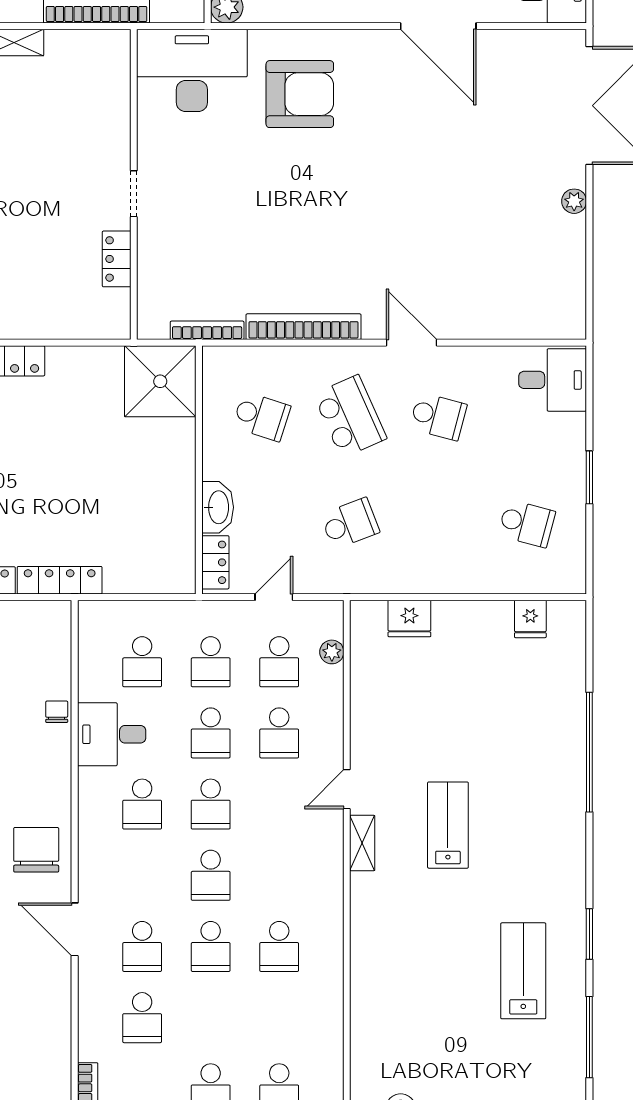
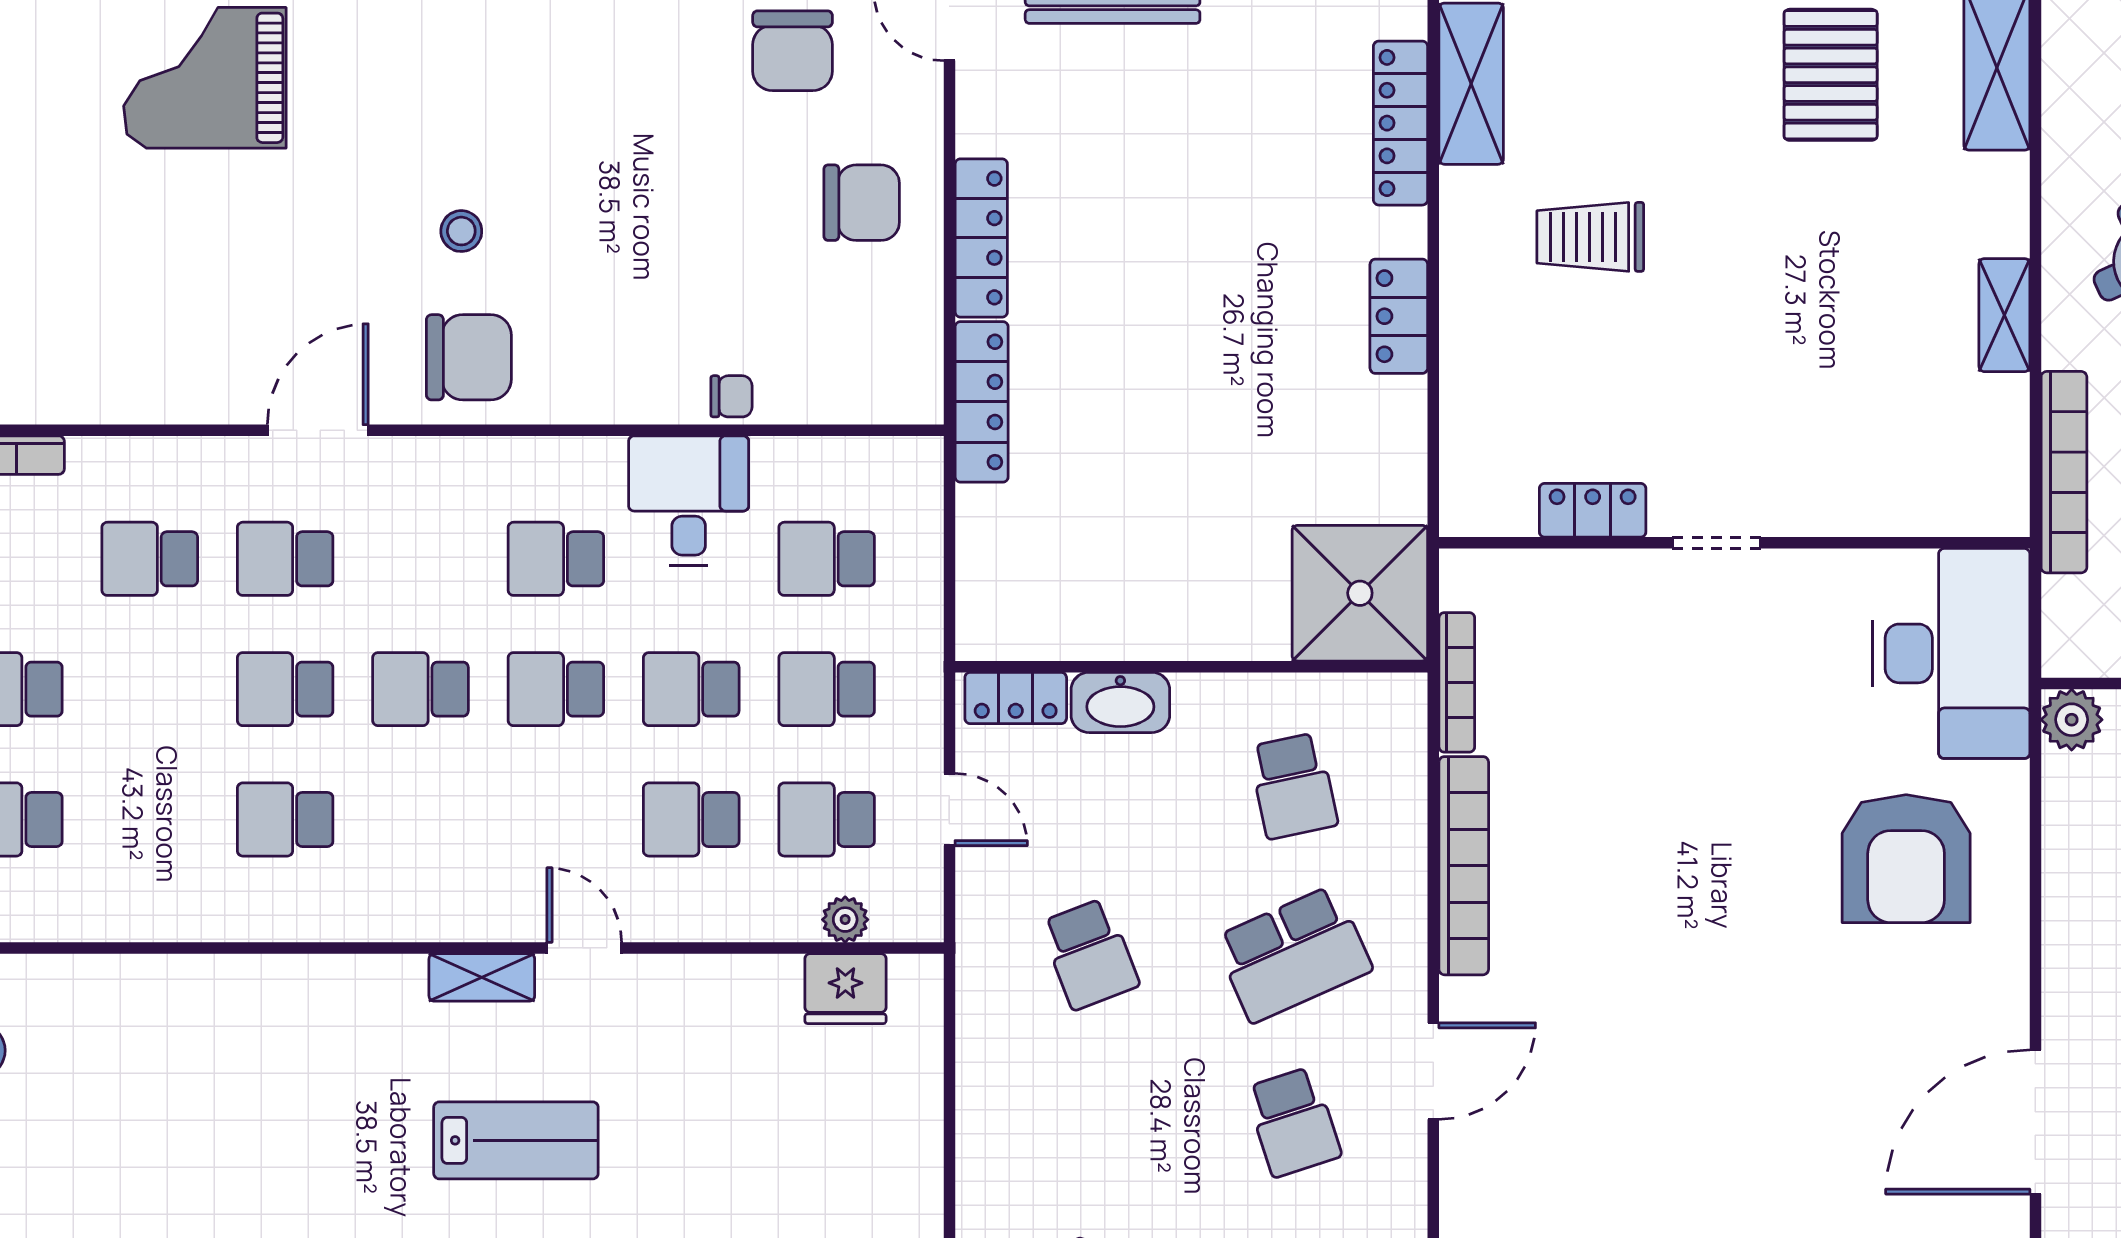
school desk: (262, 416) -> (1293, 786), turned -30
school desk: (438, 416) -> (1293, 1122), turned -33
fridge: (409, 619) -> (845, 989), moved, turned -90

